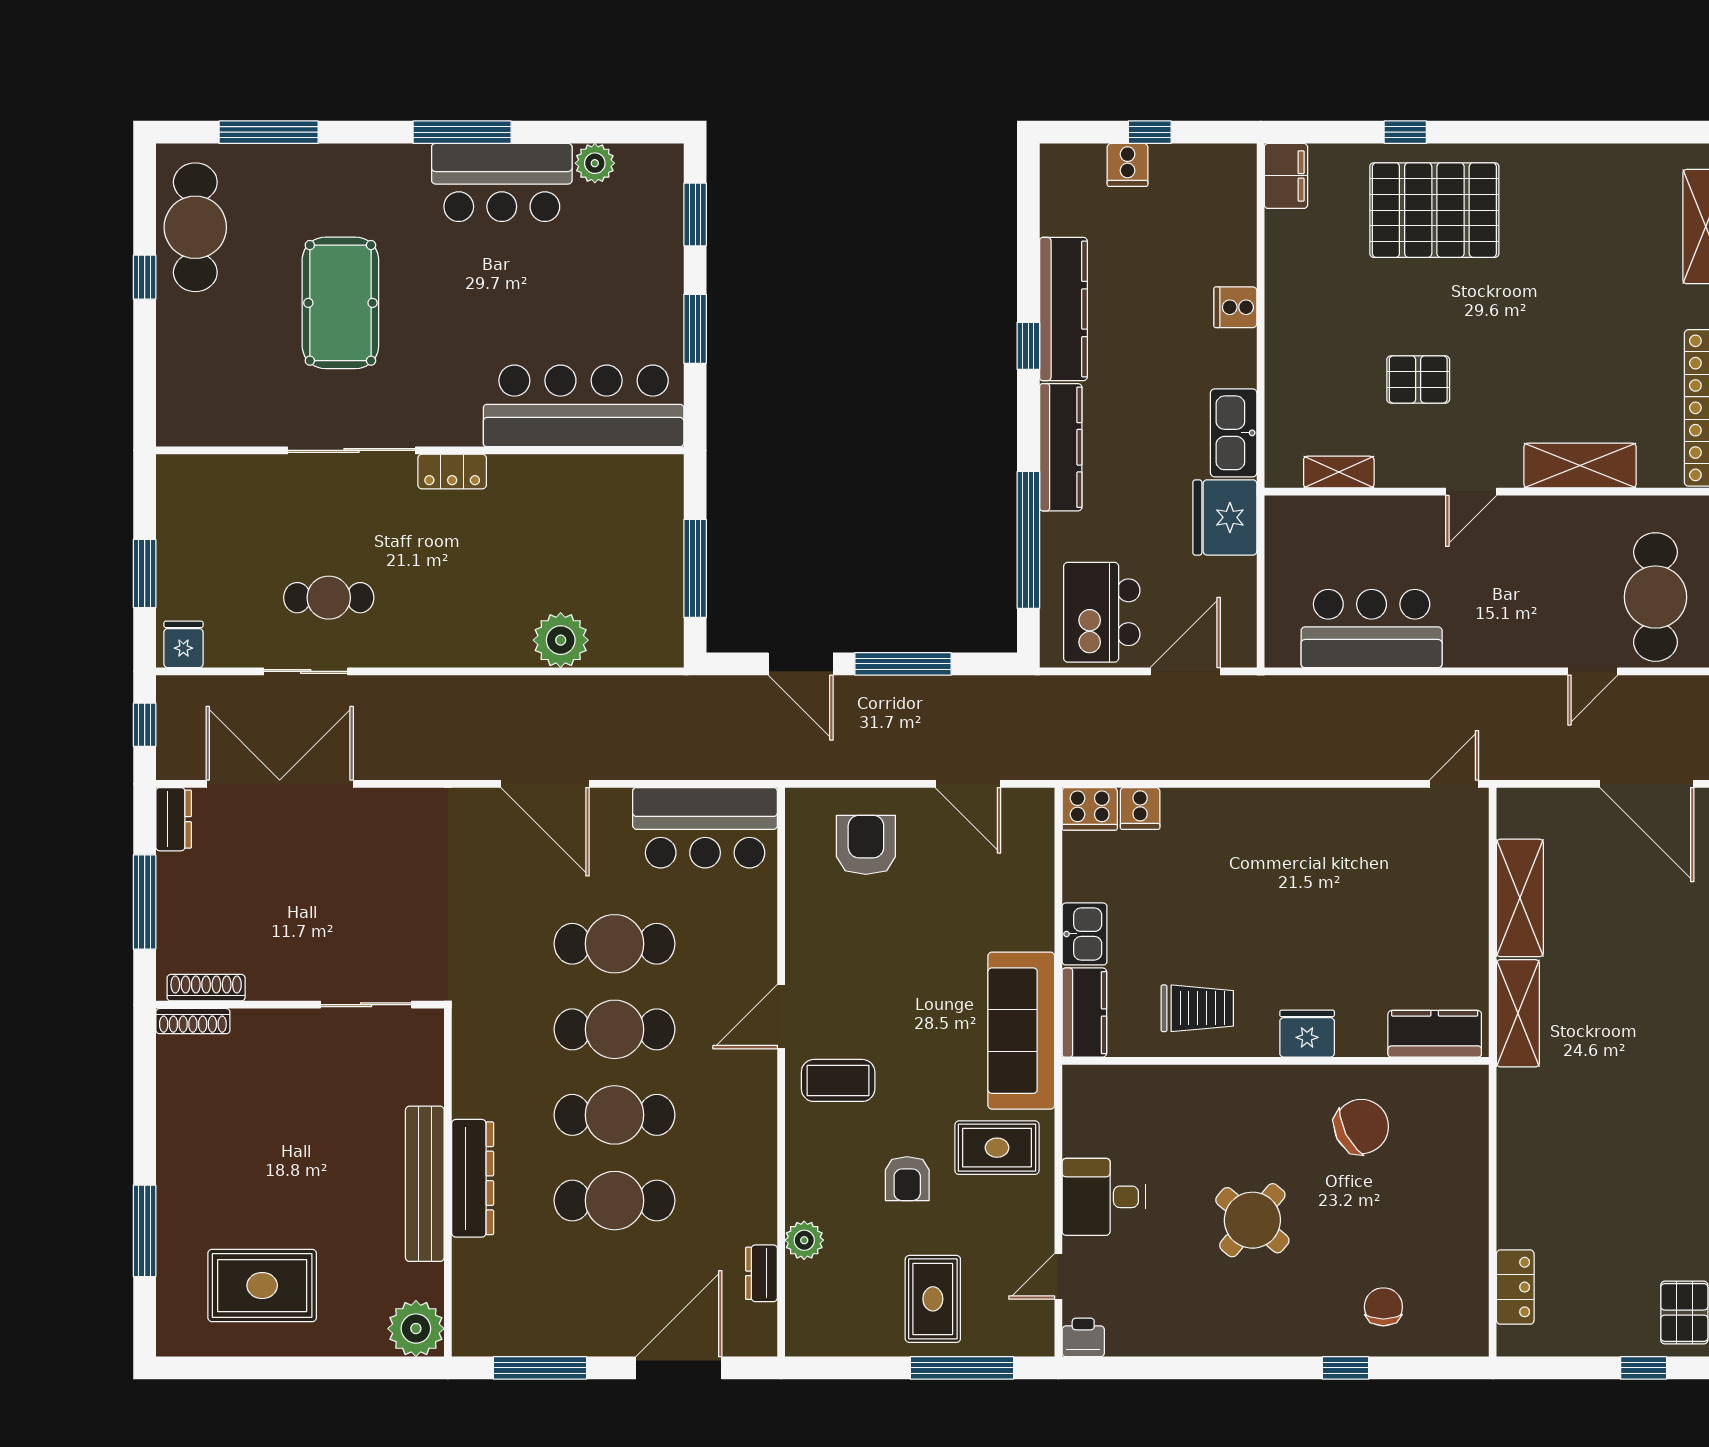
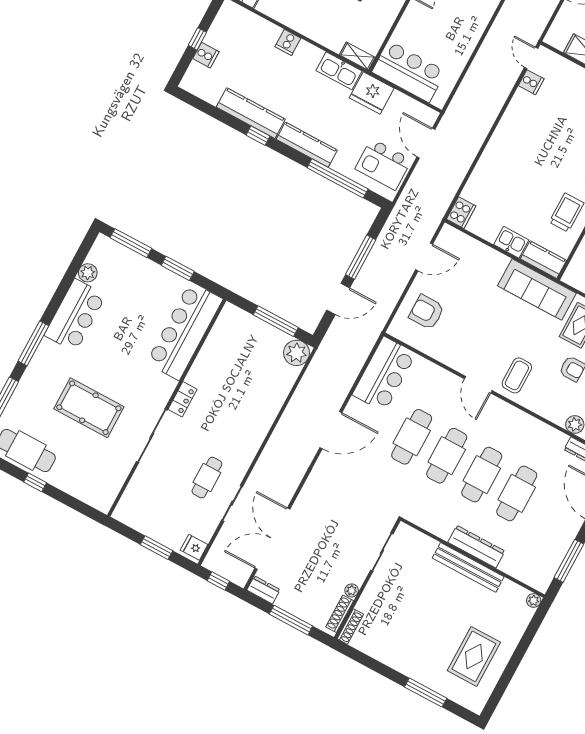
window: (462, 132) -> (33, 343), moved
window: (695, 214) -> (131, 243), width x1.44
shelving: (1339, 472) -> (357, 56), moved, turned 90
bar counter: (1372, 629) -> (409, 72), moved, turned 90
plant: (561, 640) -> (297, 353), moved
cooker: (1140, 808) -> (531, 82), moved
plant: (262, 987) -> (352, 590), added
plant: (416, 1329) -> (534, 600), width x0.53, depth x0.53

